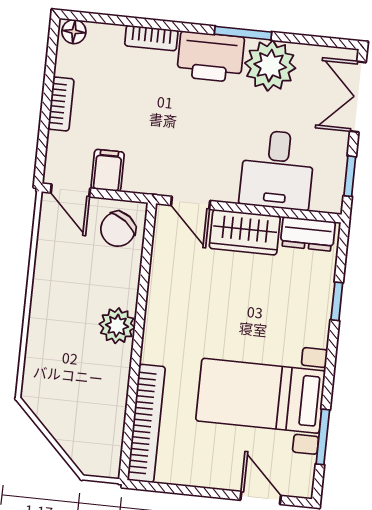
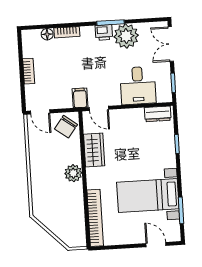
floor lamp: (74, 32) -> (47, 34), moved
printer: (211, 57) -> (104, 32), width x0.53, depth x0.68
filing cabinet: (108, 170) -> (80, 98), moved
wardrobe: (245, 232) -> (94, 150), moved, turned -90

